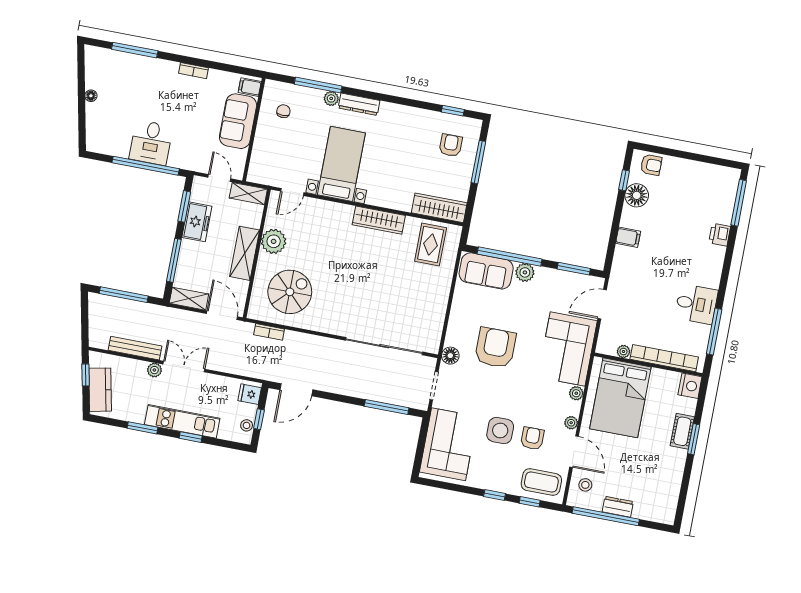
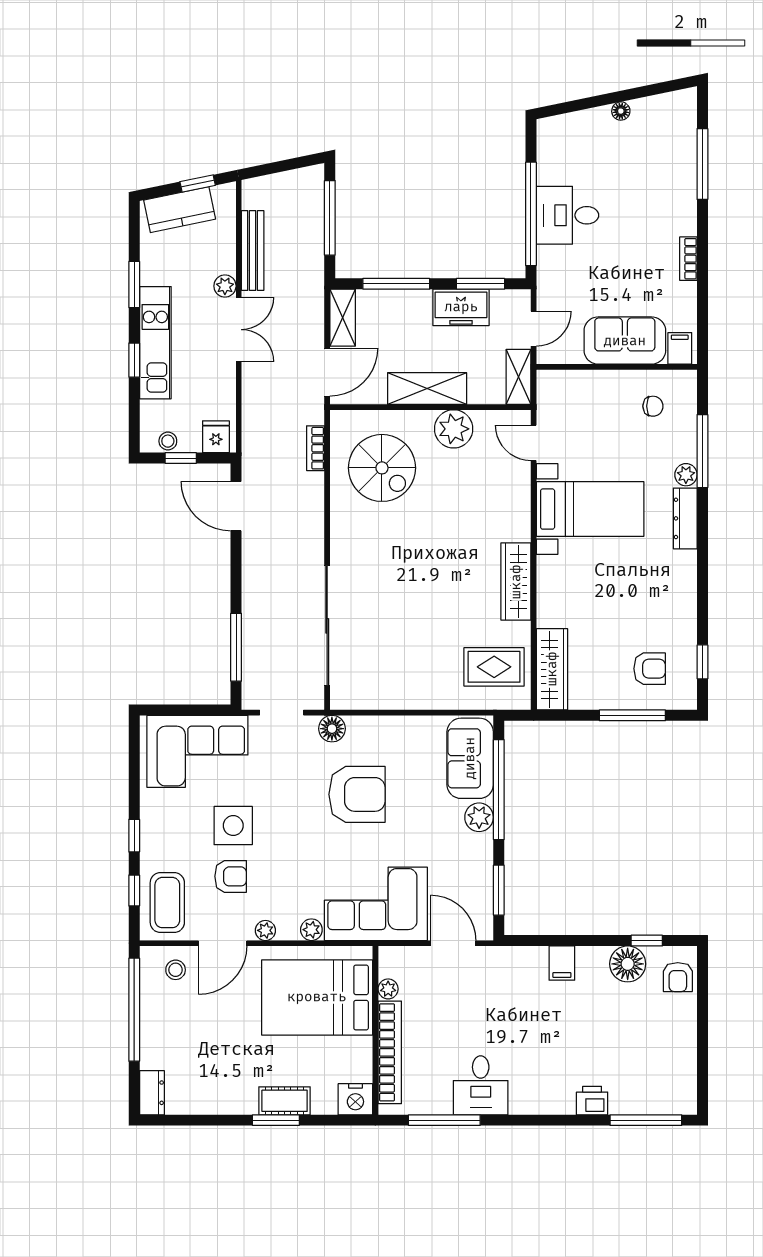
dresser: (618, 507) -> (152, 1093), moved

